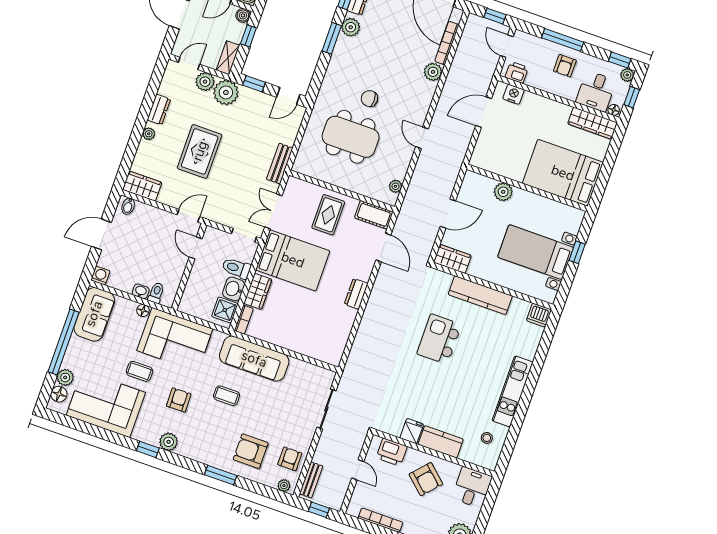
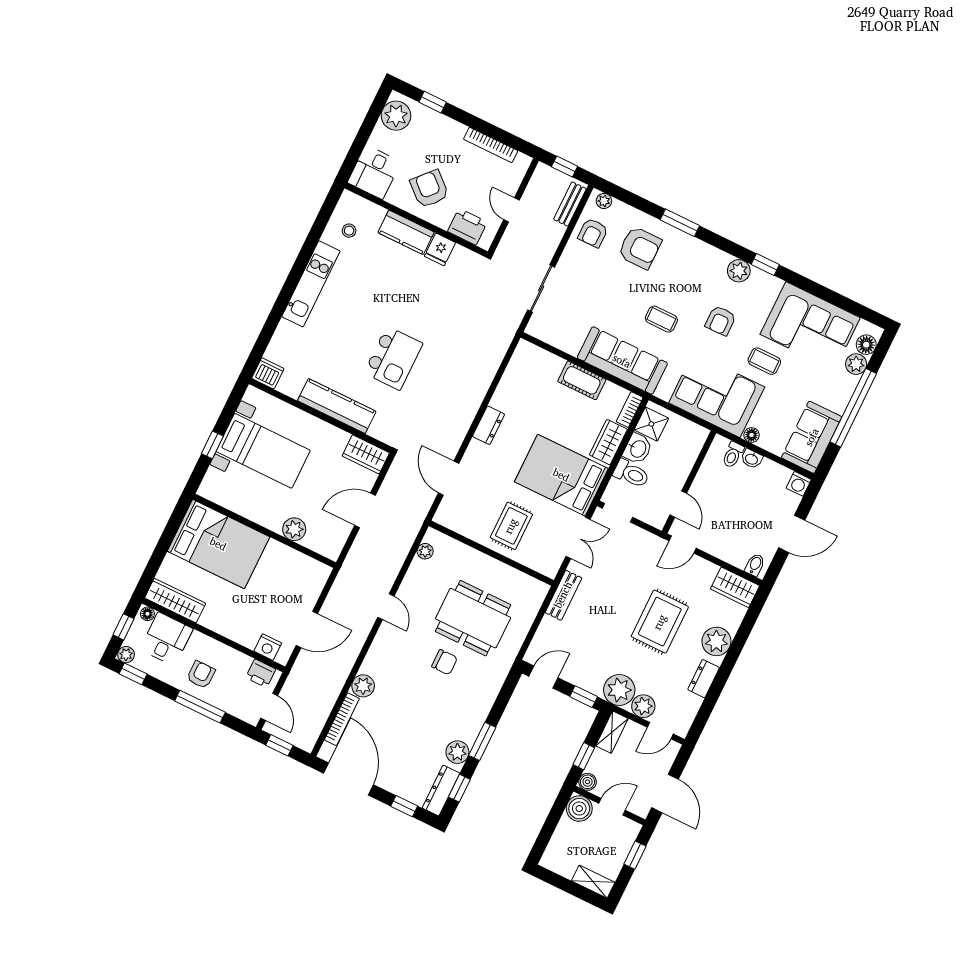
plant: (149, 134) -> (716, 641), width x1.88, depth x1.88
cot: (374, 215) -> (582, 380), moved

